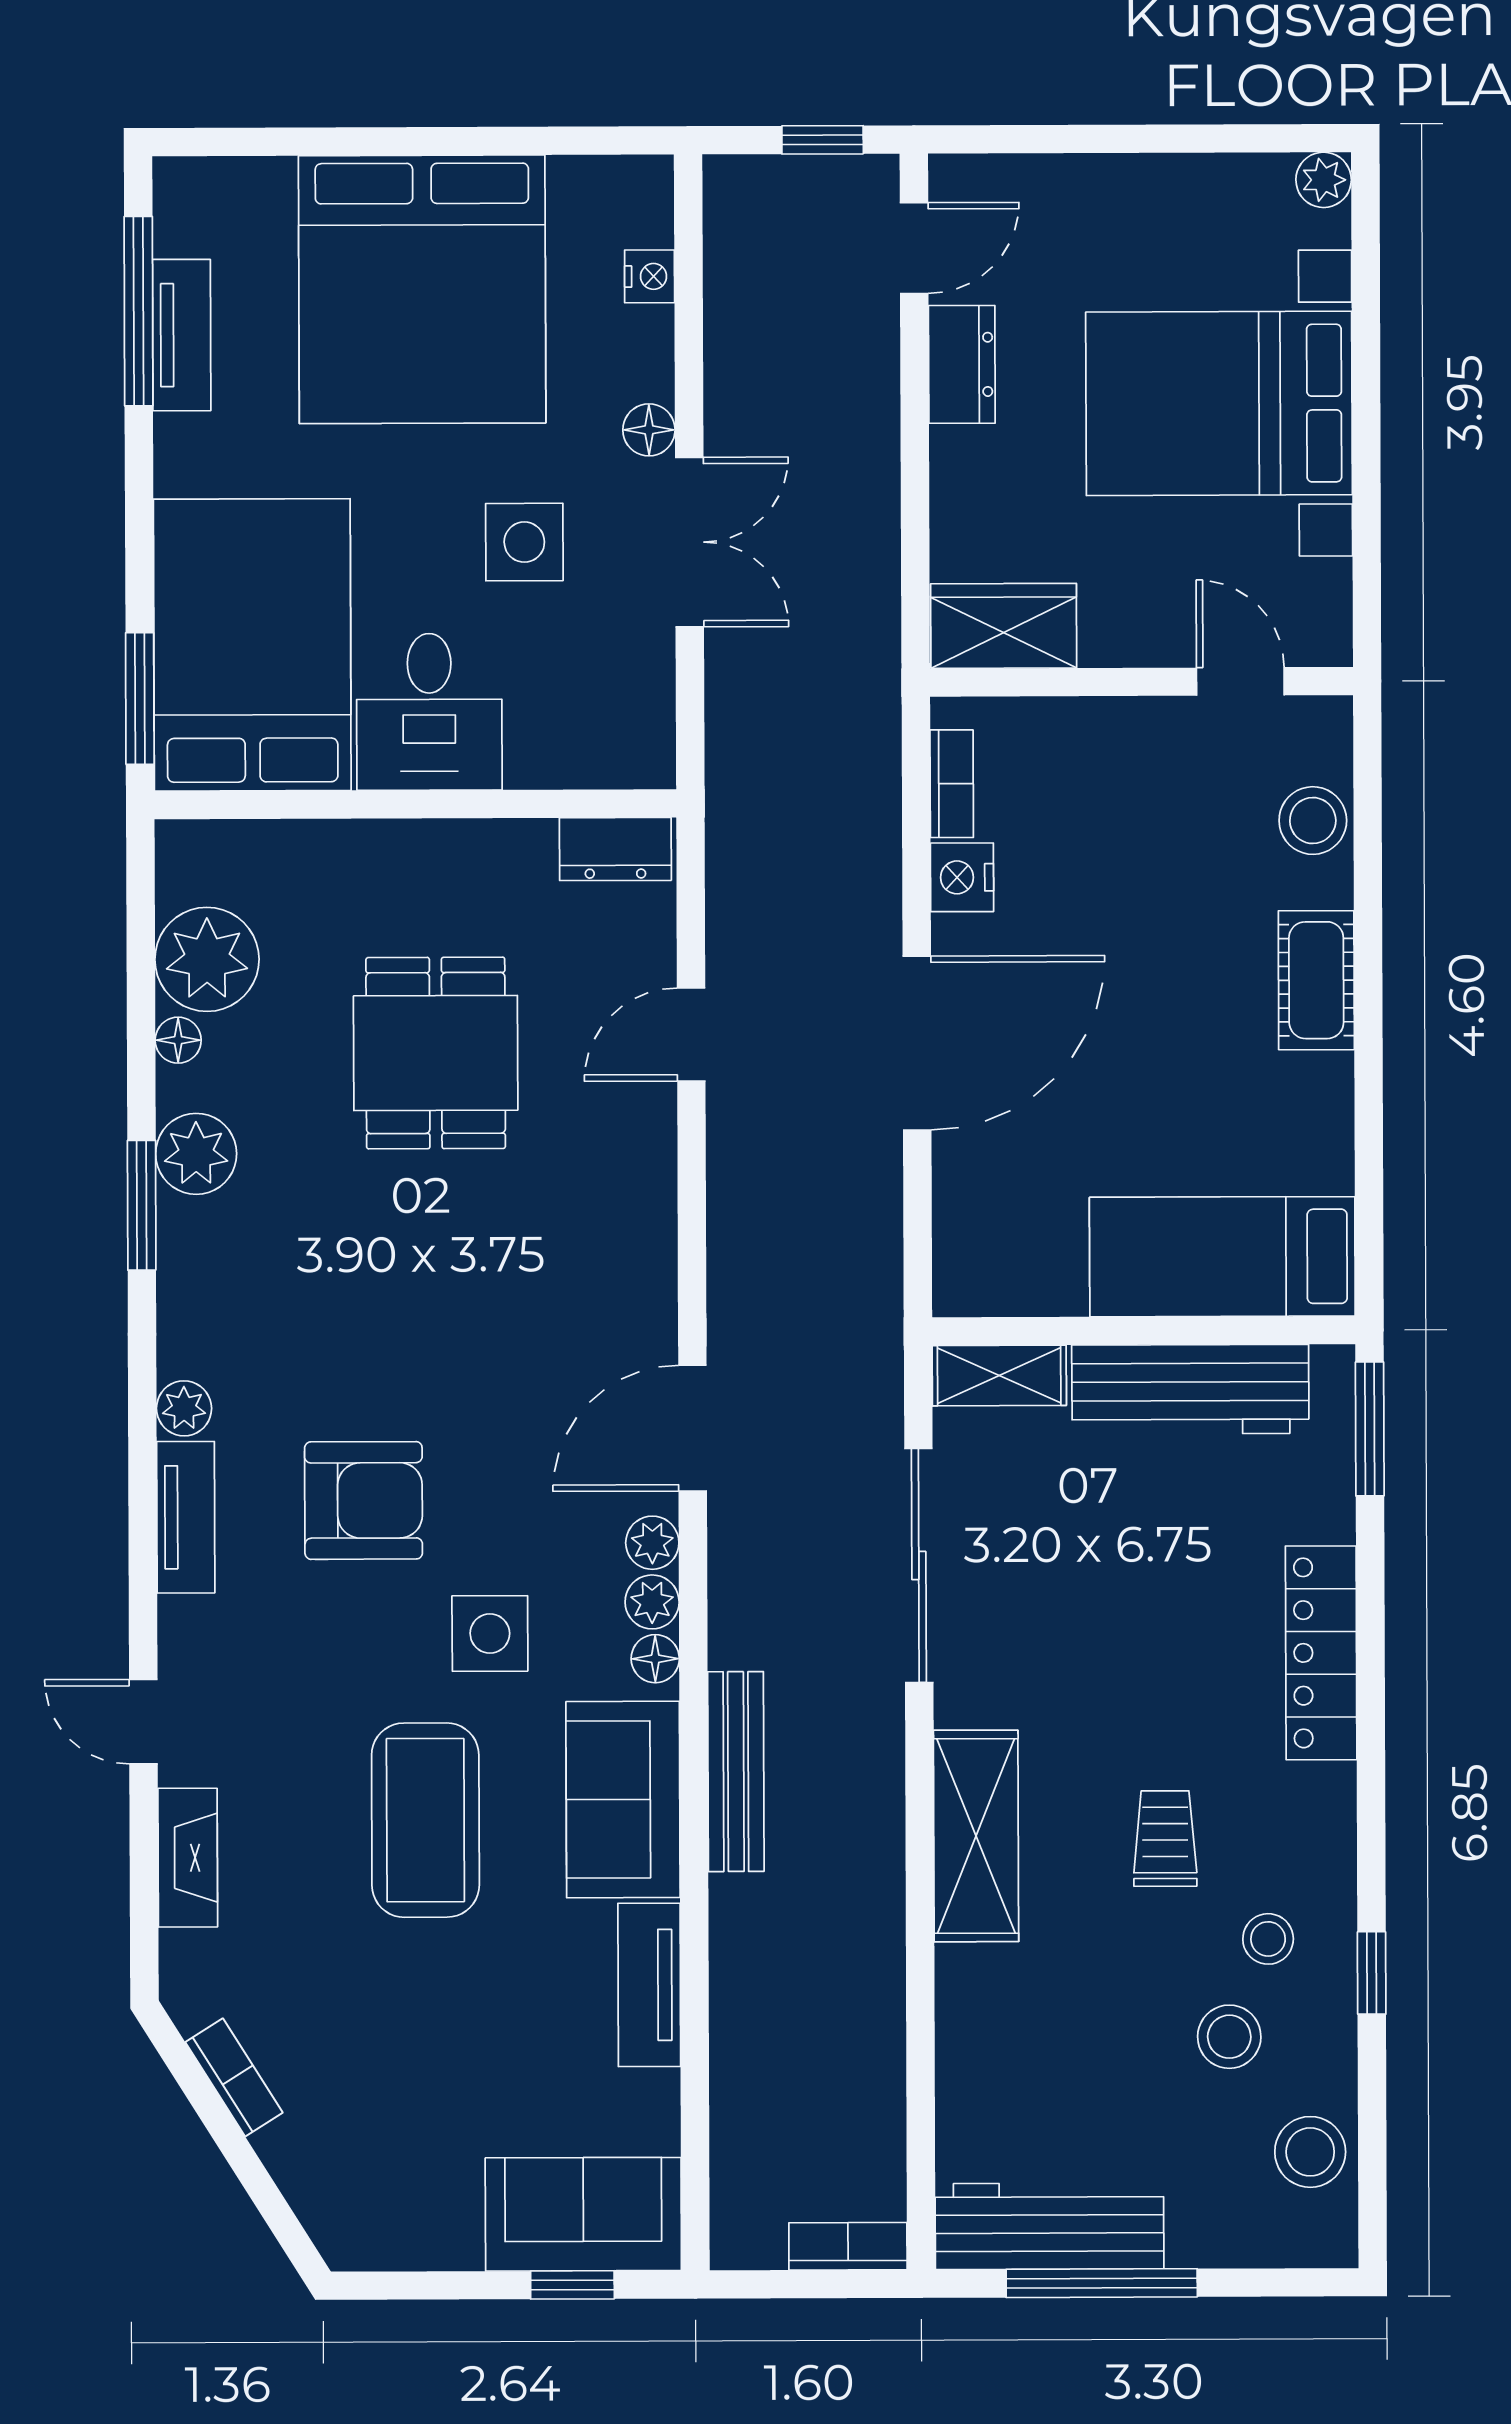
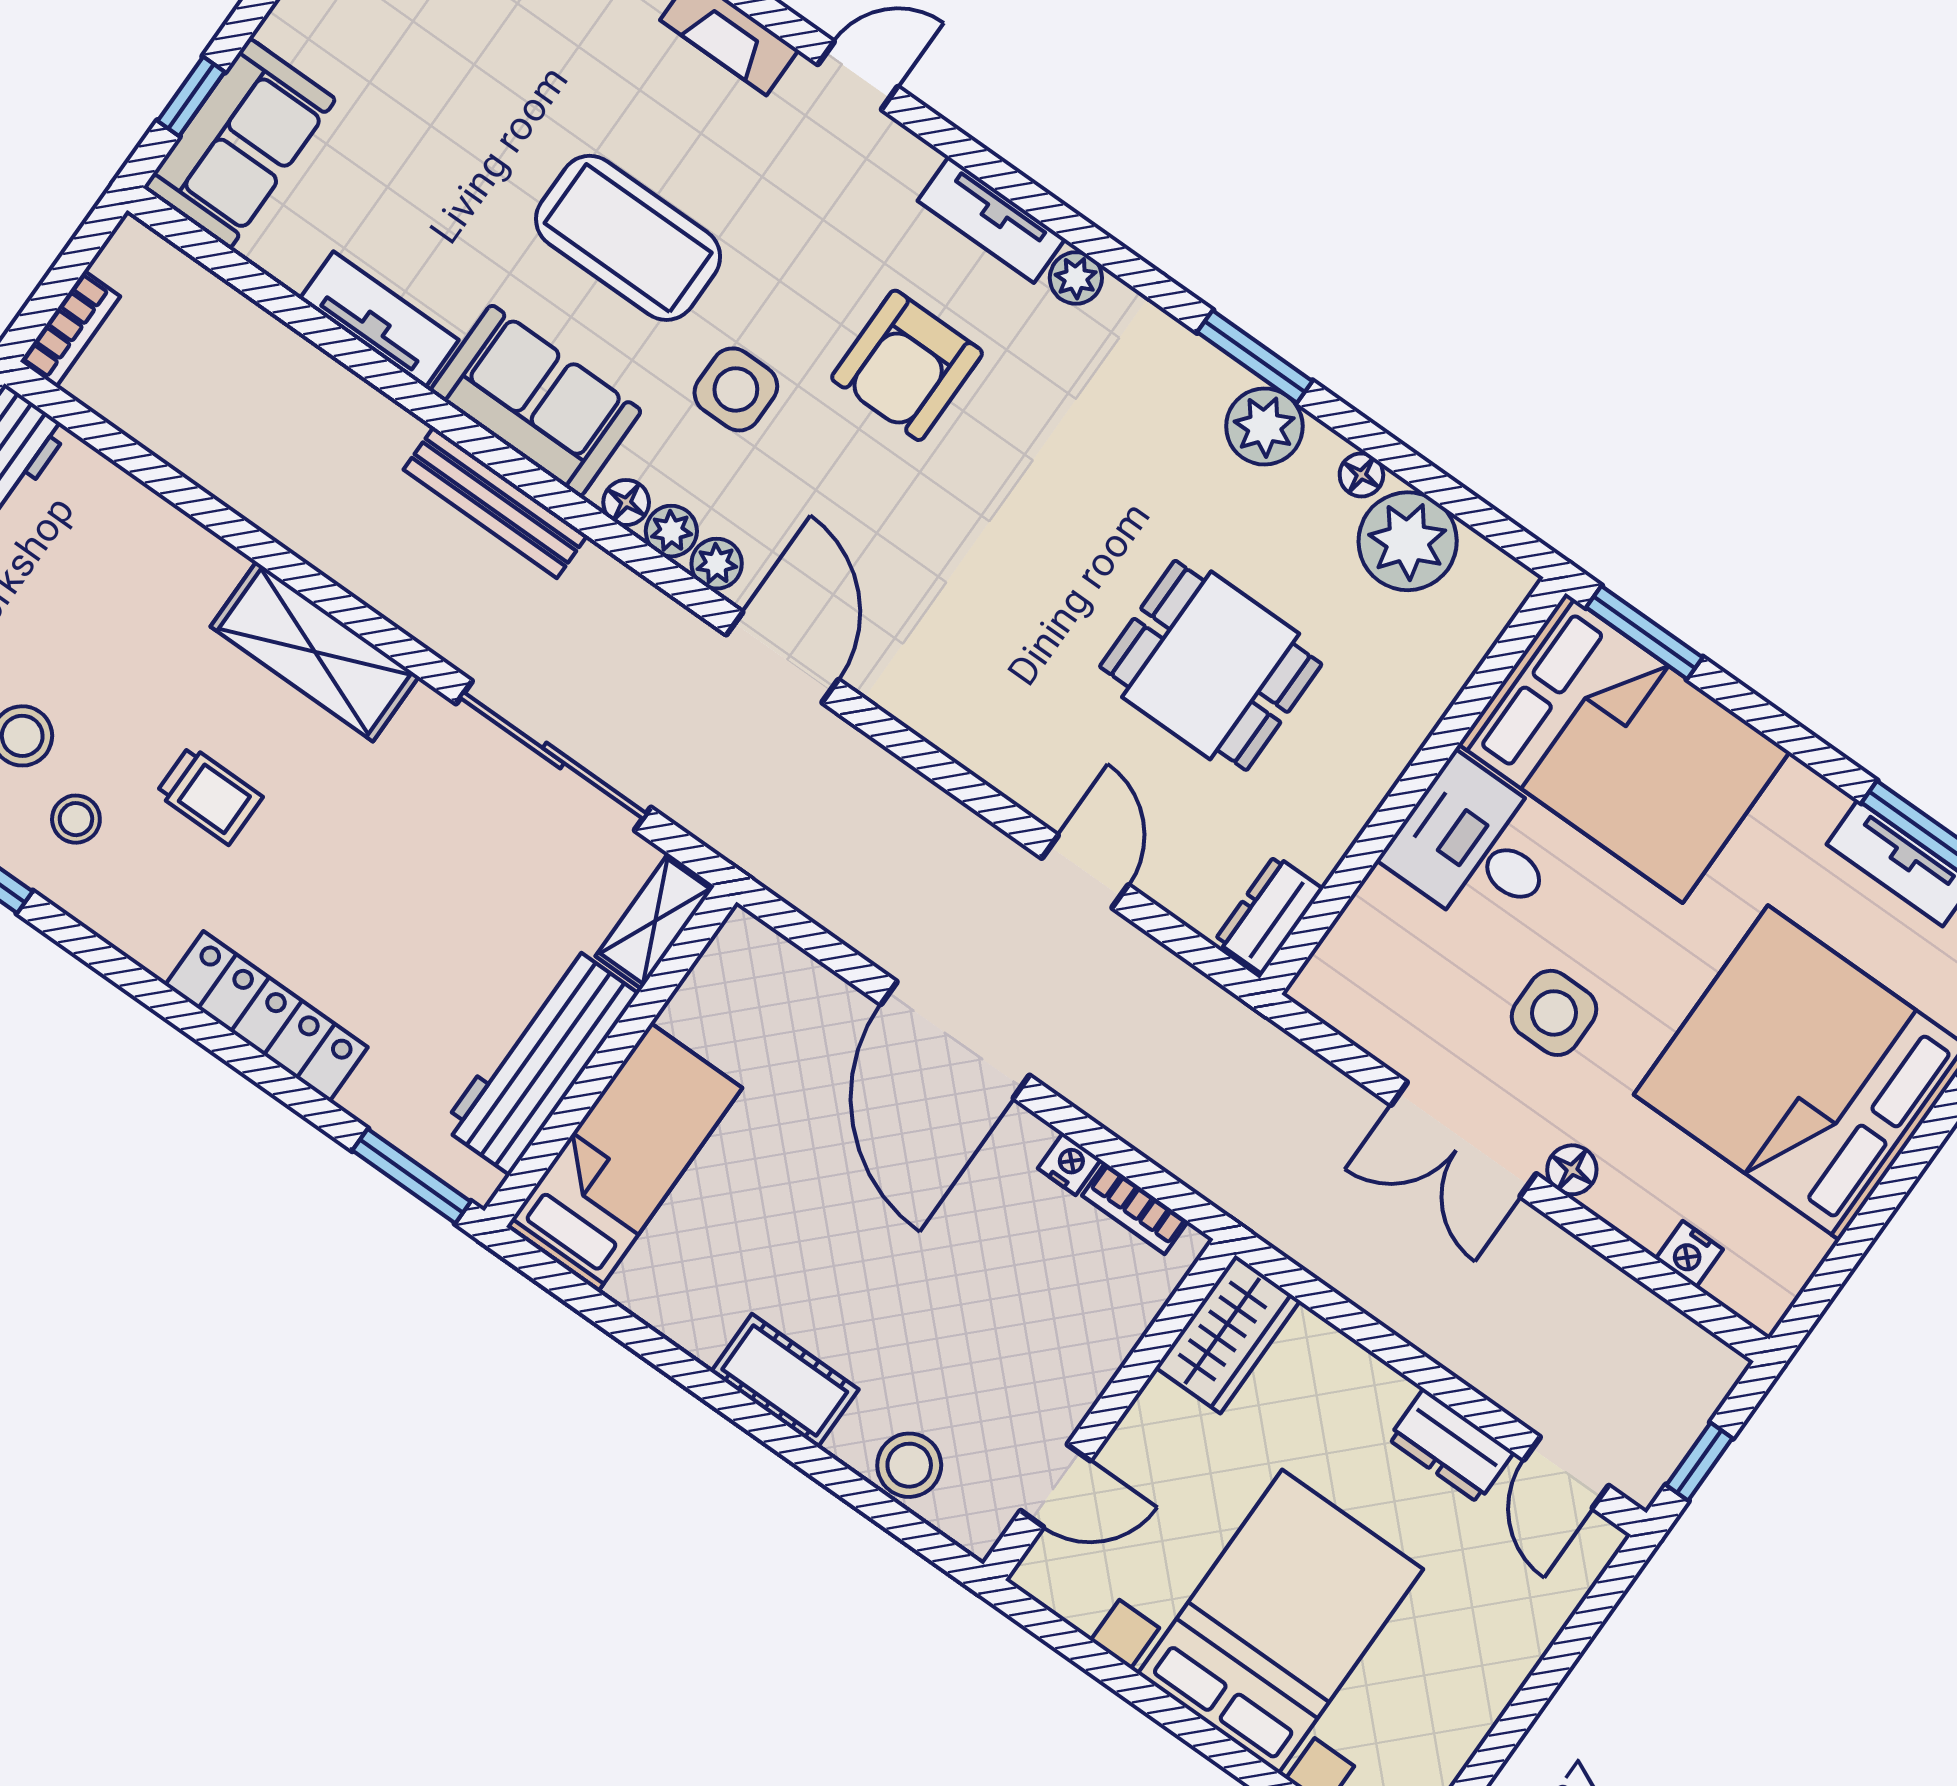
nightstand: (962, 877) -> (1069, 1164), width x0.72, depth x0.74

